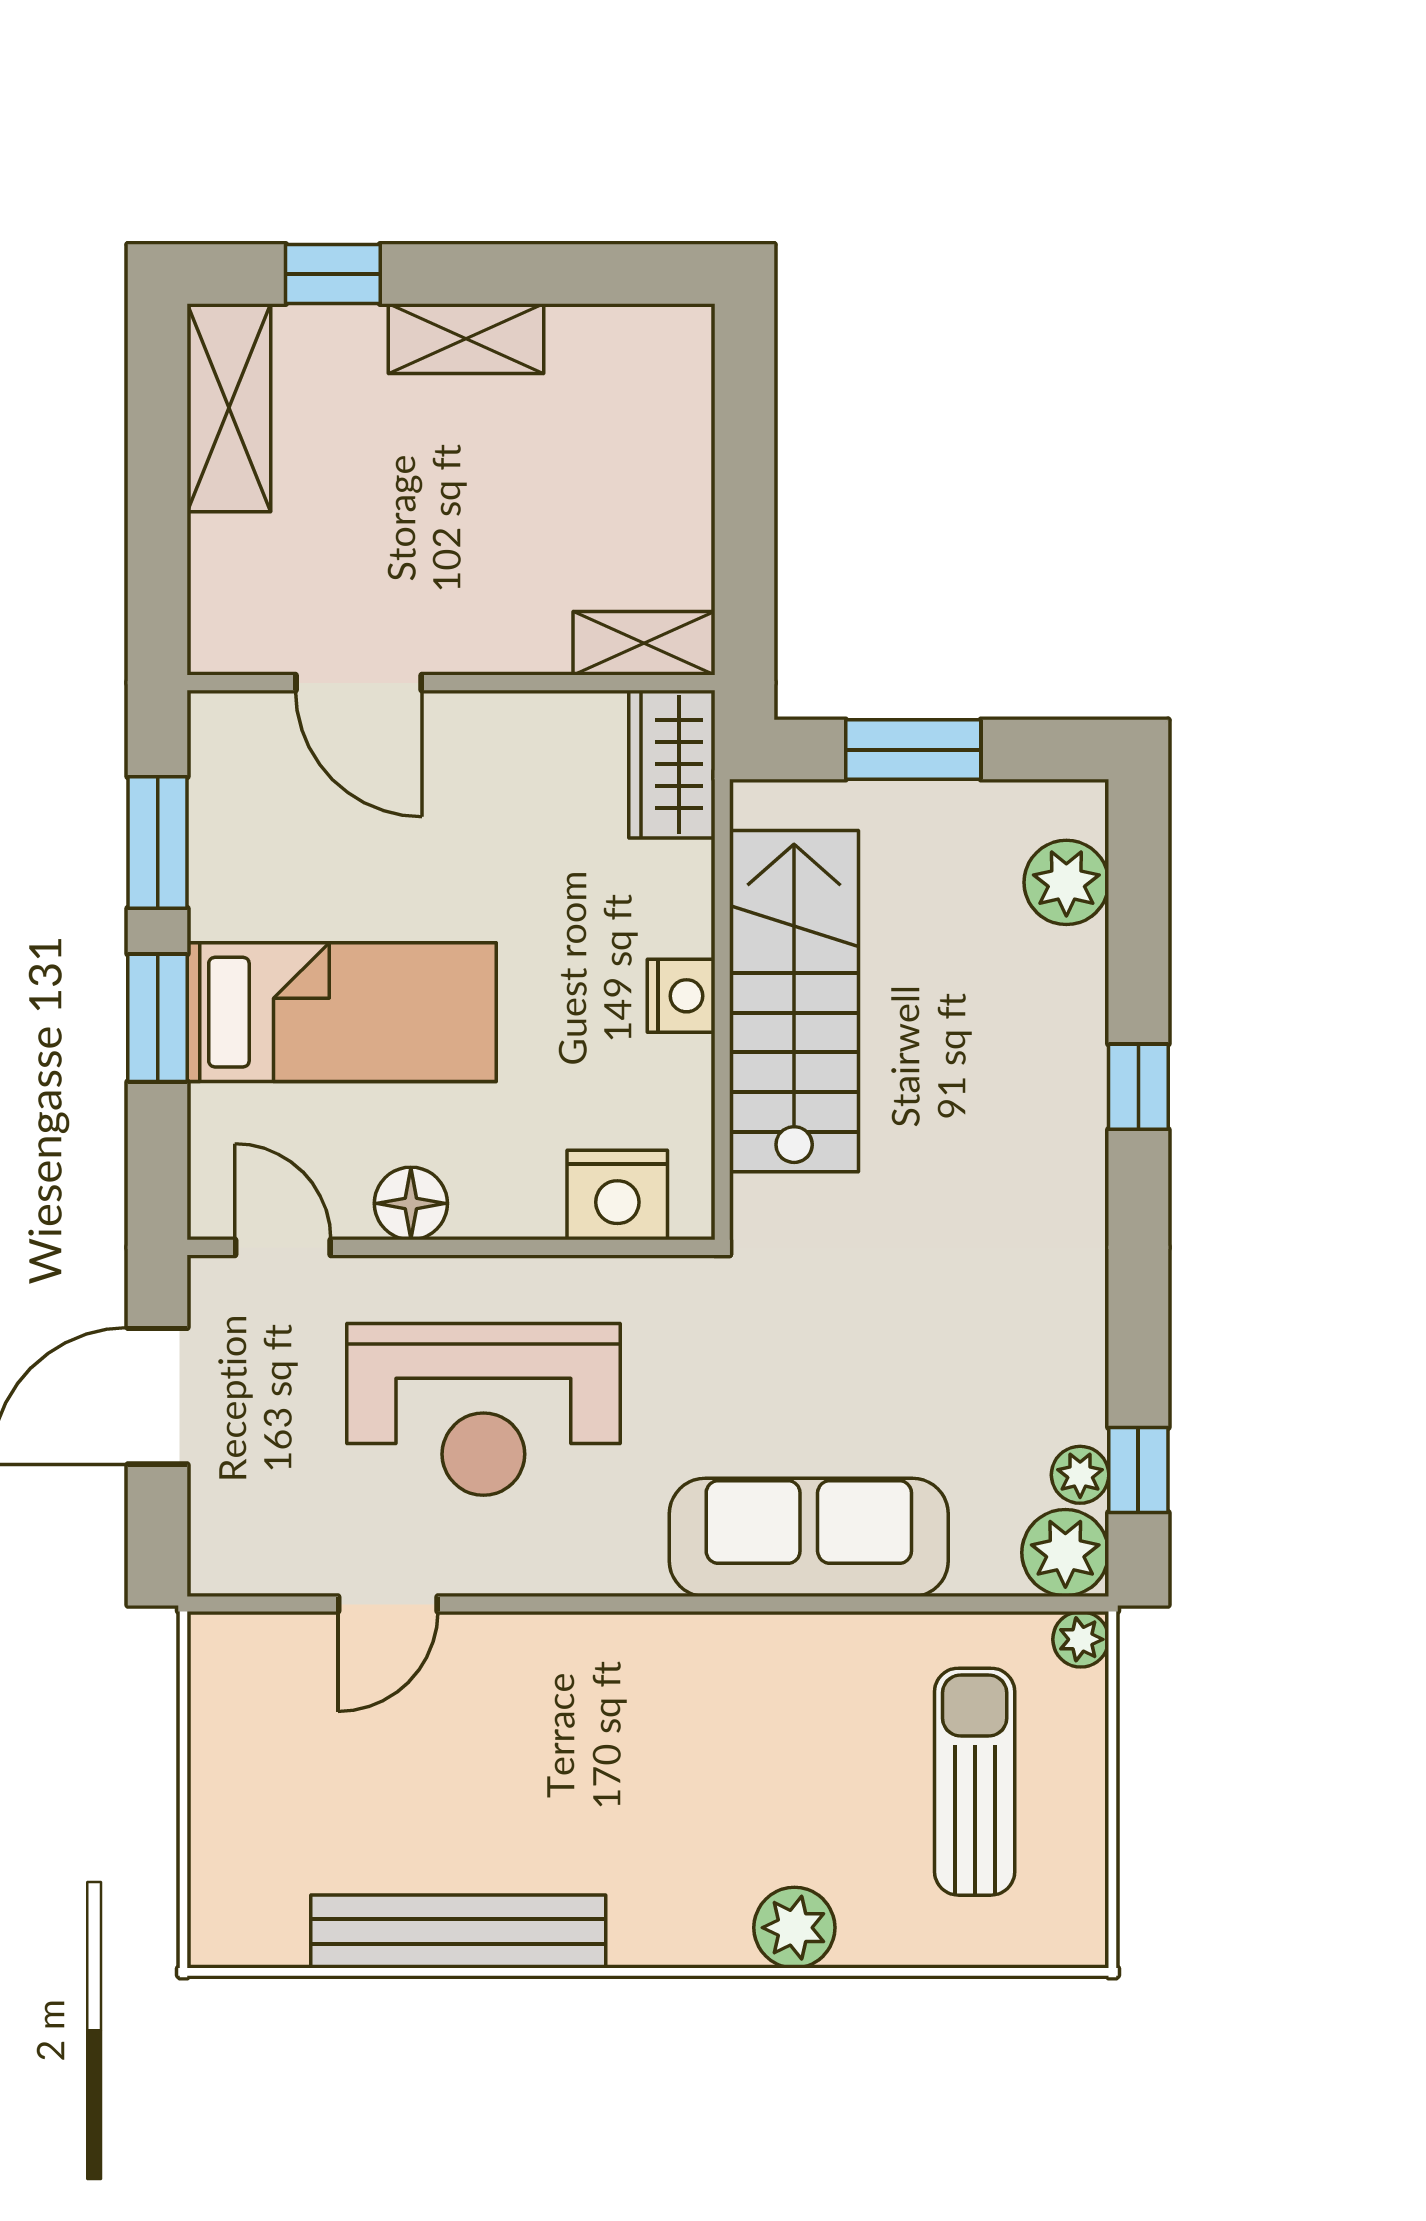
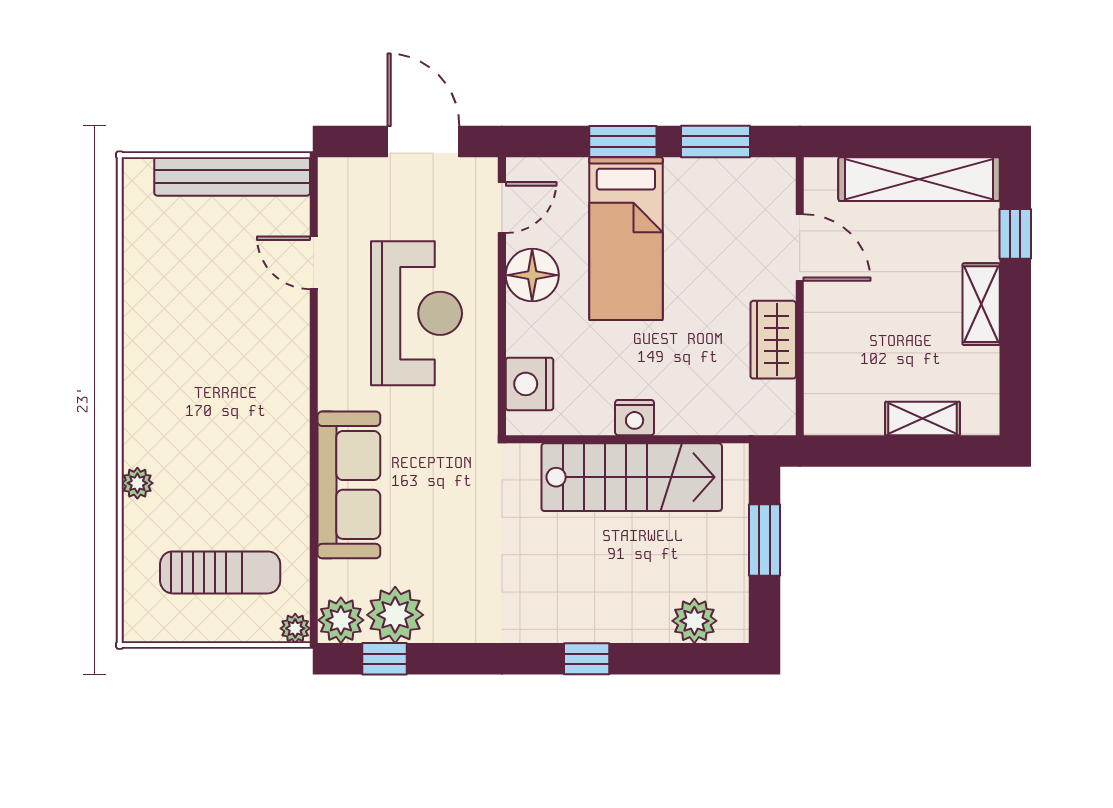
shelving: (229, 408) -> (919, 179), width x1.47
shelving: (644, 643) -> (922, 419), moved, turned 90
door: (359, 683) -> (800, 248), swing flipped
wardrobe: (672, 764) -> (773, 340), moved, turned -90
floor lamp: (411, 1203) -> (532, 275), width x1.38, depth x1.38
reception desk: (483, 1409) -> (416, 313), turned 180
plant: (1080, 1475) -> (395, 615), width x1.88, depth x1.88
plant: (794, 1928) -> (137, 483), width x0.73, depth x0.73
bench: (458, 1931) -> (232, 176), moved, turned 90

